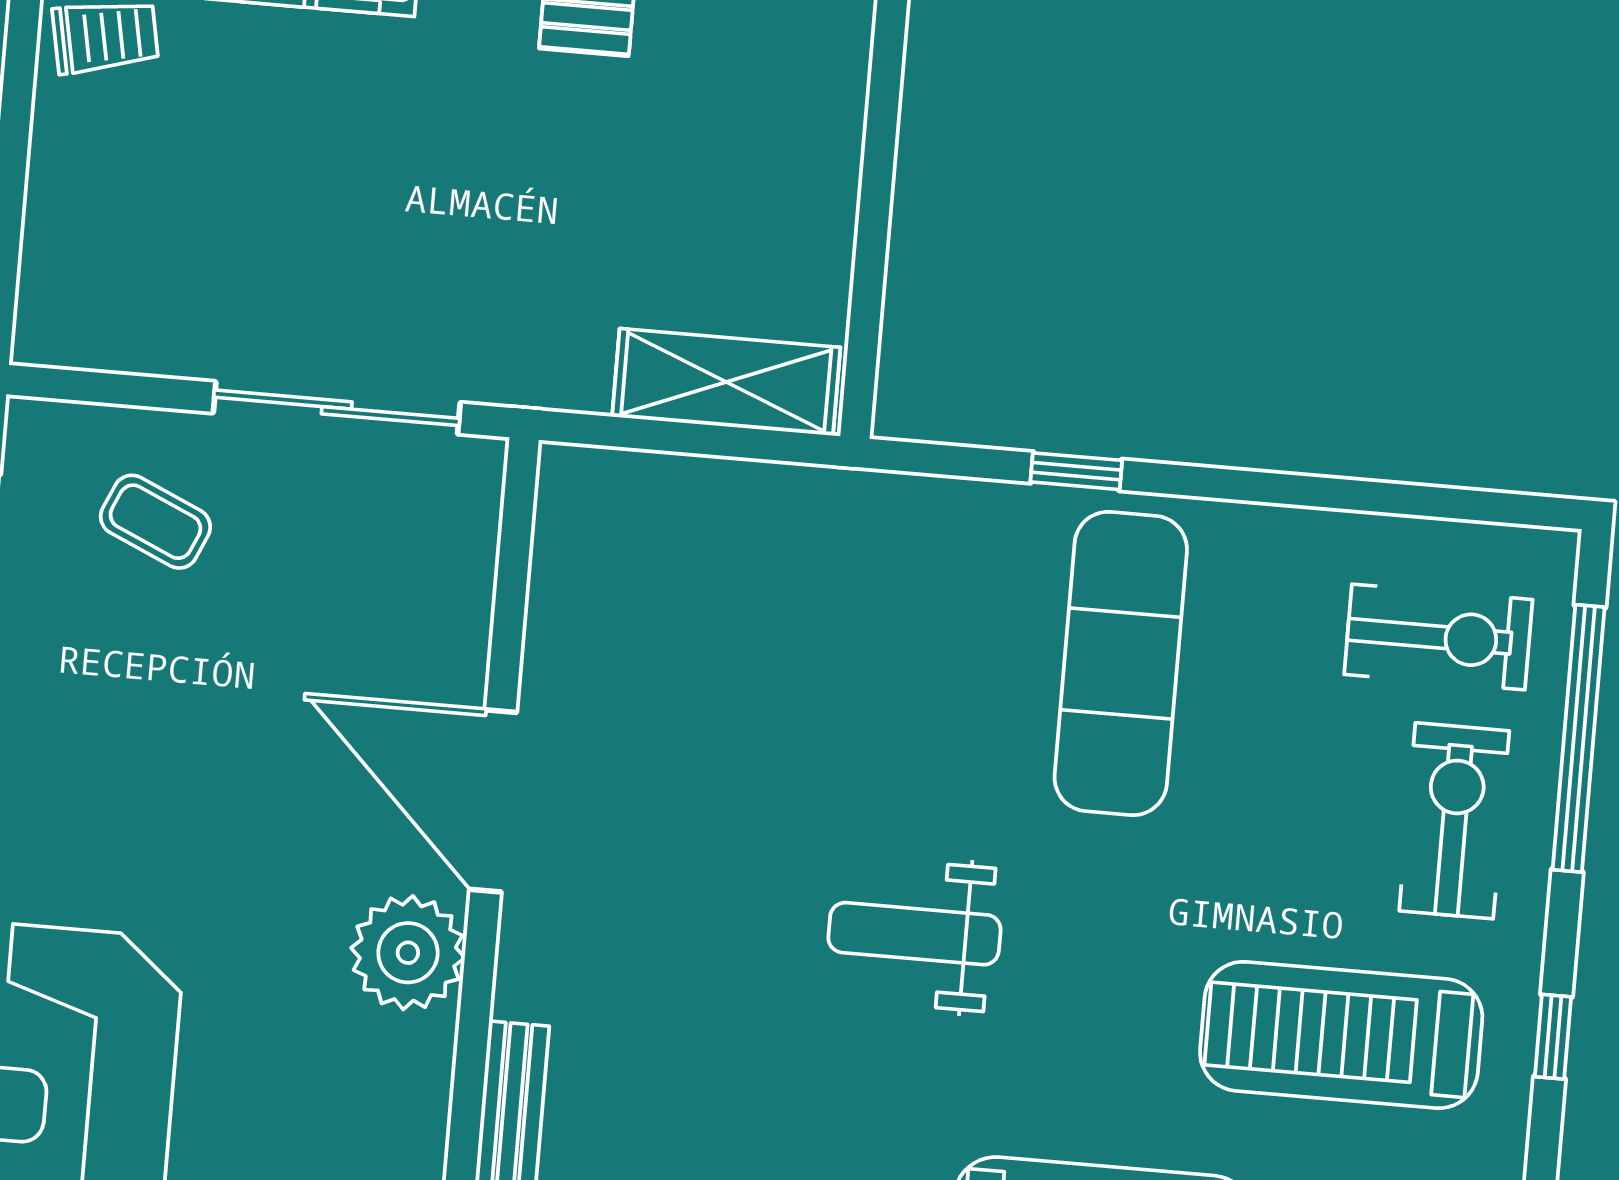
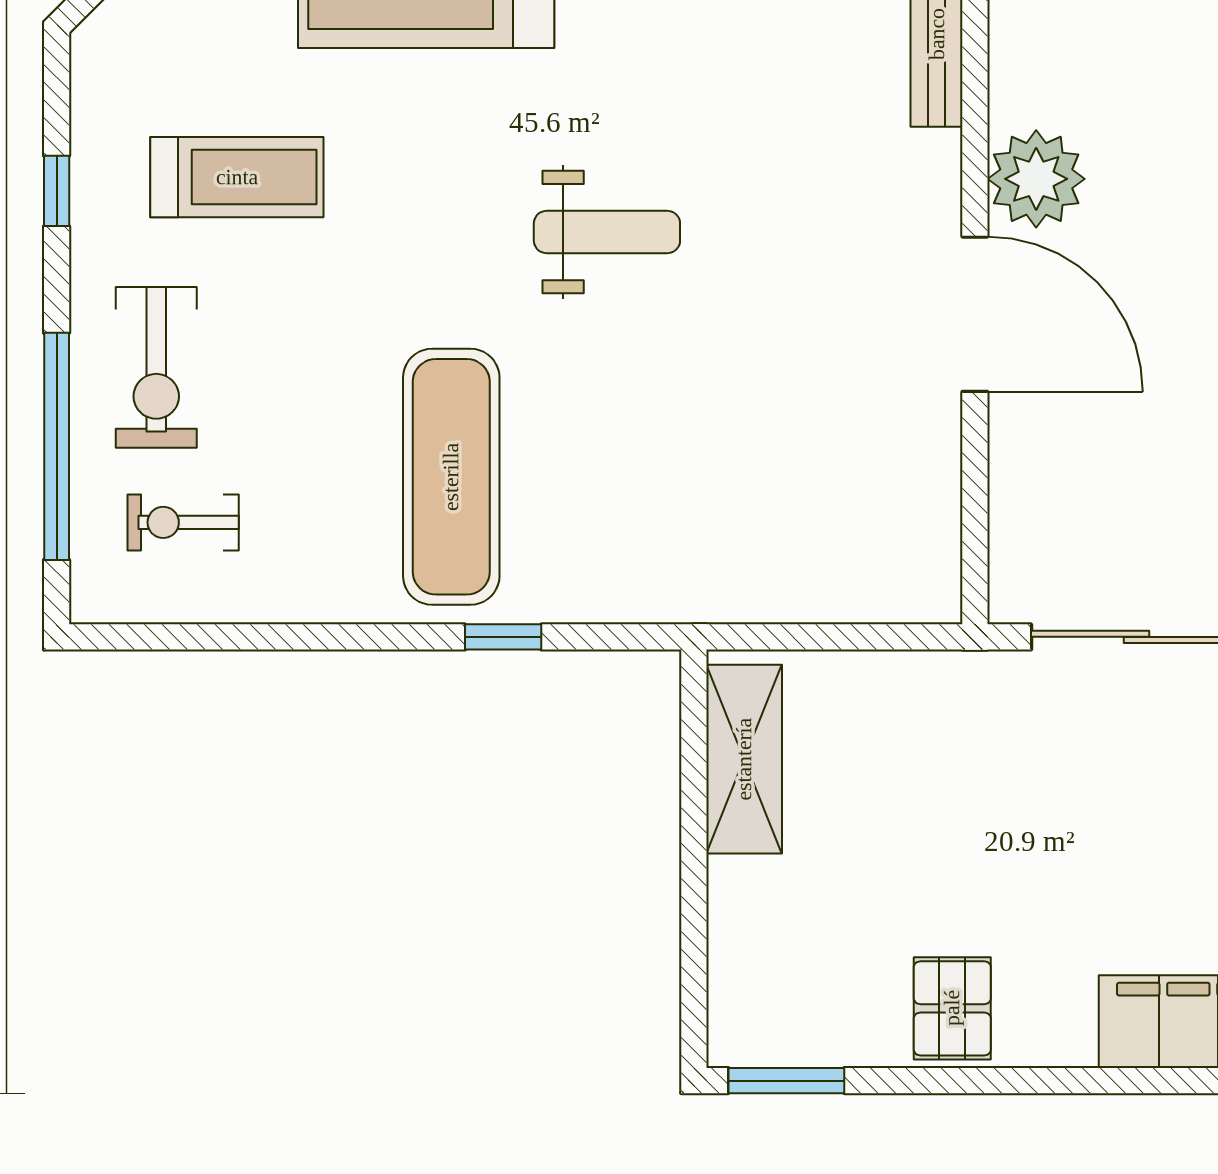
shelving: (726, 382) -> (744, 759), moved, turned 90
exercise bike: (1438, 637) -> (183, 522), width x0.73, depth x0.72
treadmill: (1341, 1035) -> (237, 177), width x0.73, depth x0.73

